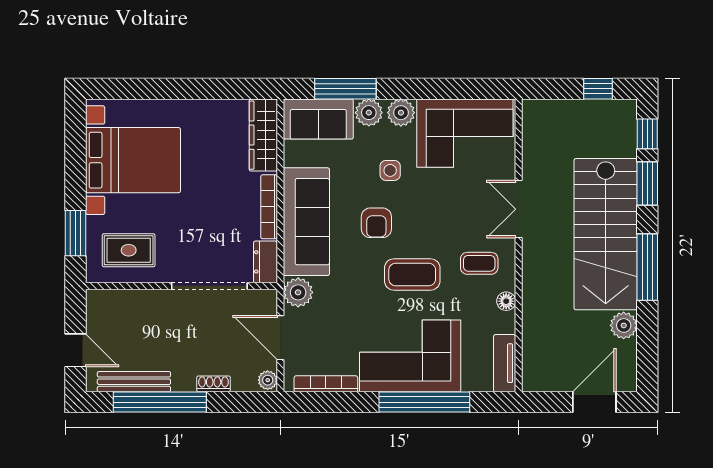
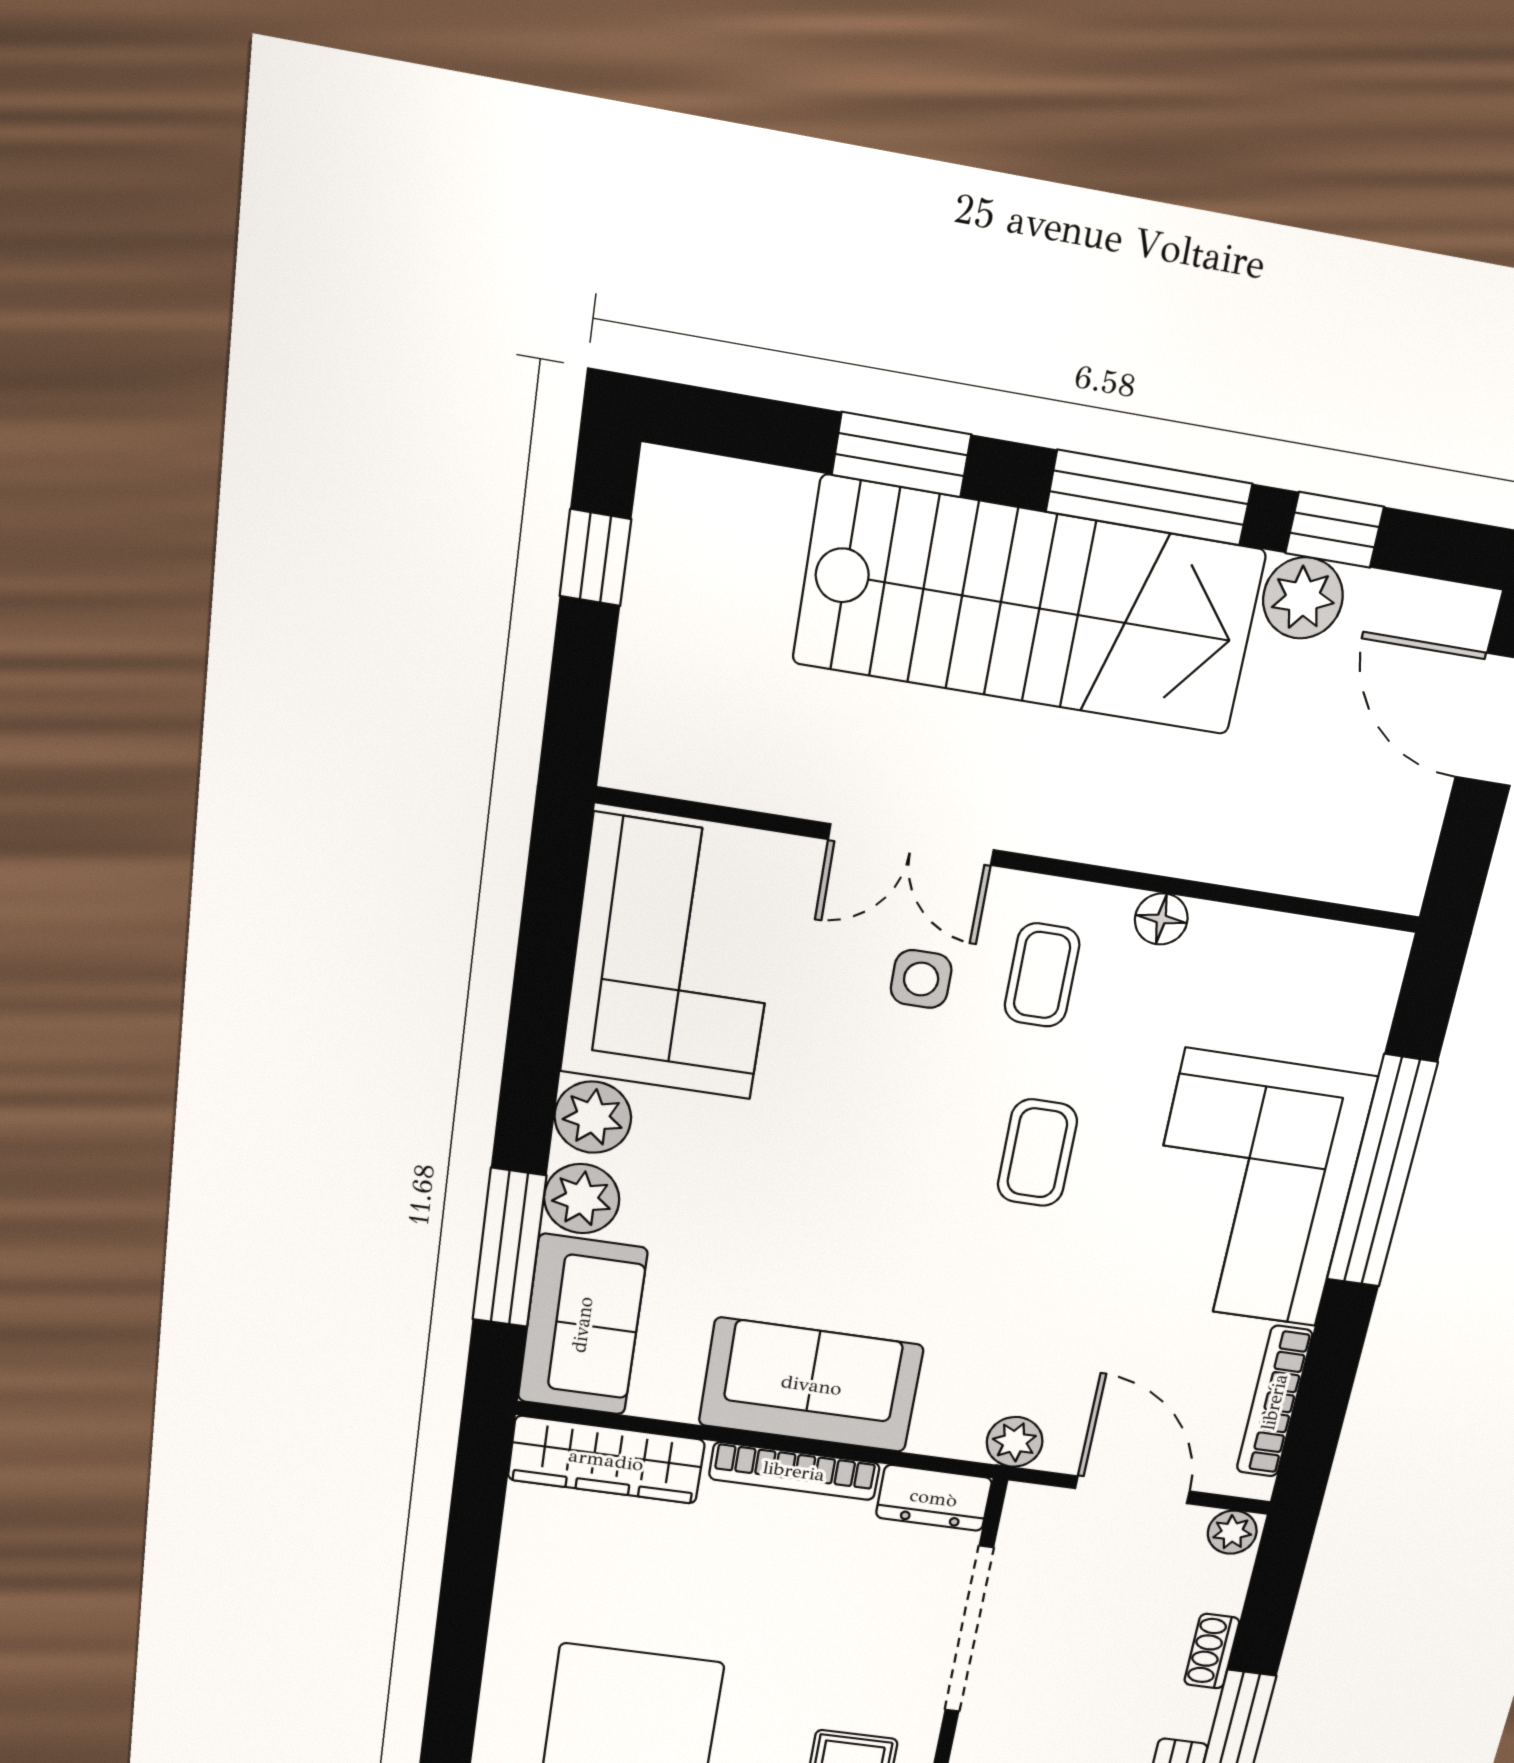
window: (647, 134) -> (1335, 530), moved
side table: (390, 170) -> (921, 979), moved
sofa: (306, 222) -> (811, 1385), width x0.73
armchair: (376, 223) -> (882, 1222), removed
coffee table: (412, 274) -> (1037, 1153), width x0.73, depth x0.77
plant: (298, 292) -> (1015, 1442), width x0.73, depth x0.73
door: (280, 338) -> (1132, 1490), swing flipped
tv unit: (505, 363) -> (1330, 950), removed

